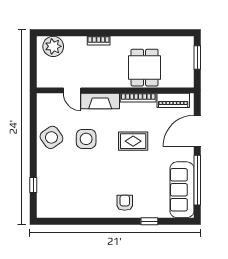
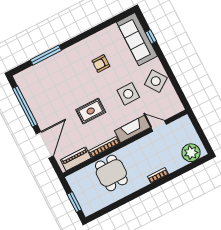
sofa: (182, 190) -> (137, 39), moved, turned 180
armchair: (125, 203) -> (101, 64), moved, turned 90
window: (149, 221) -> (46, 55), width x2.17

